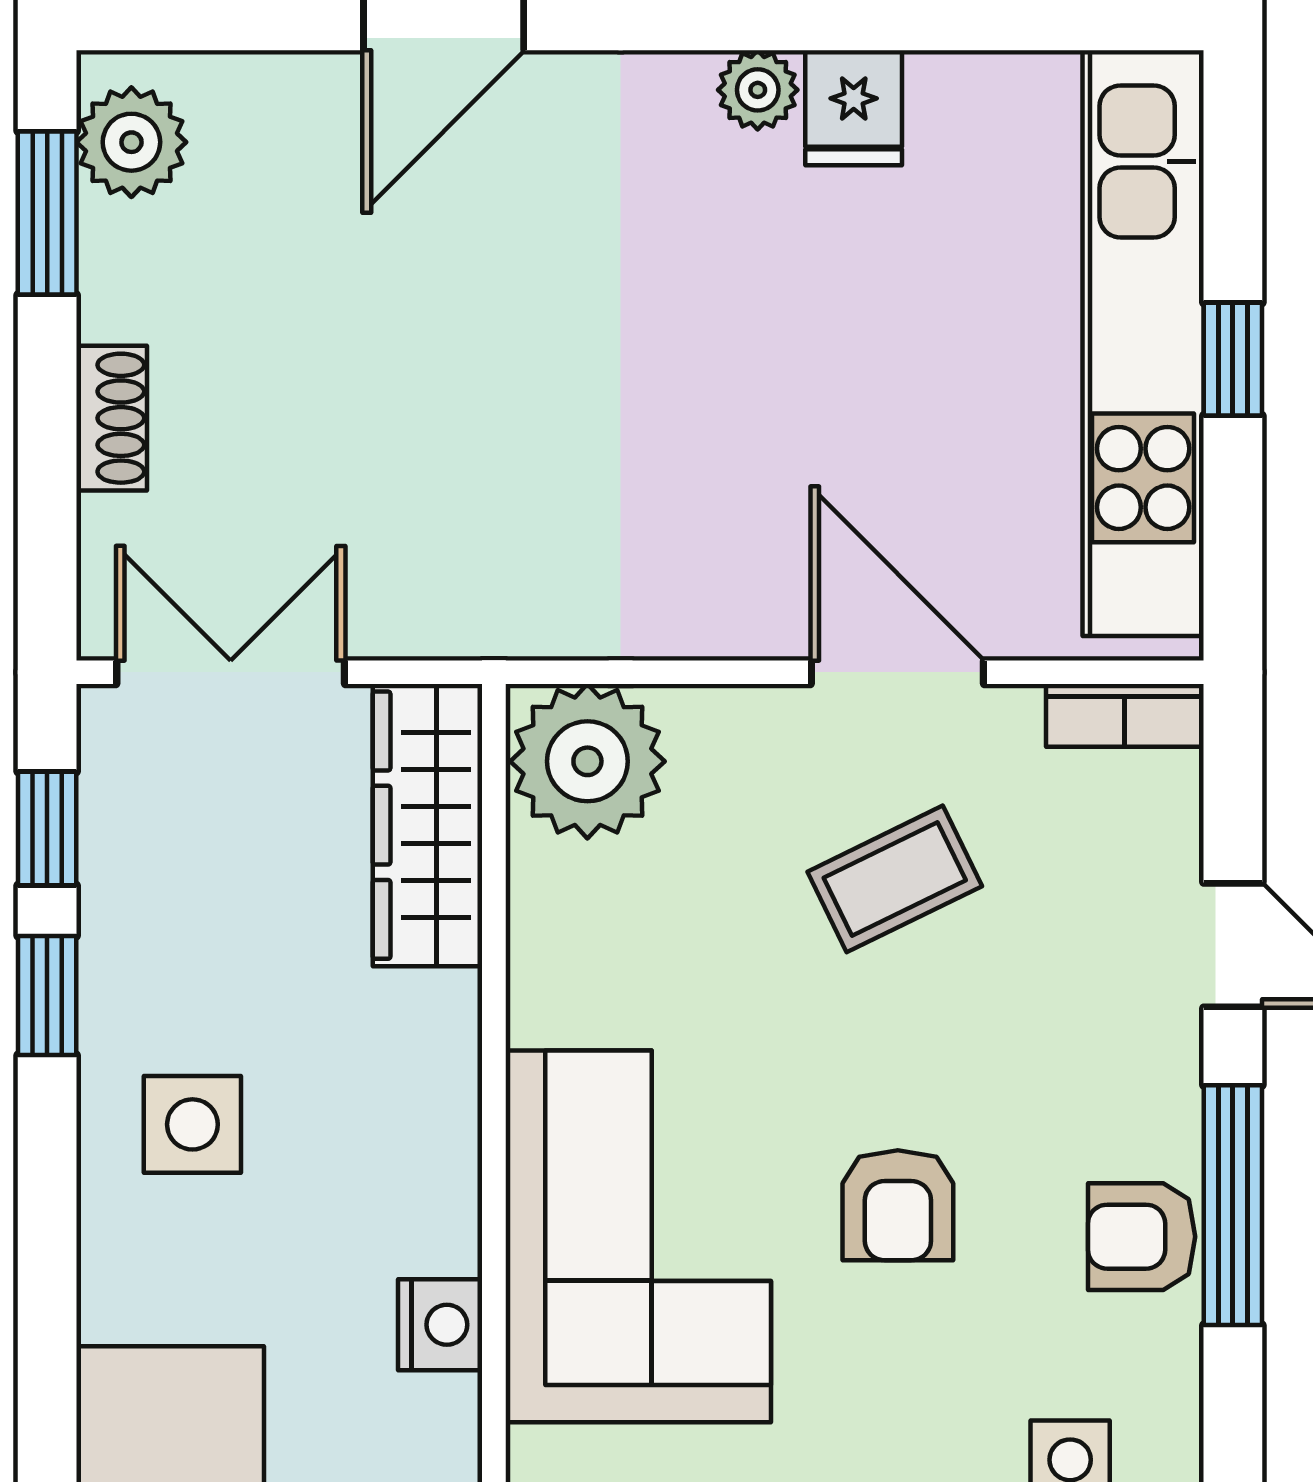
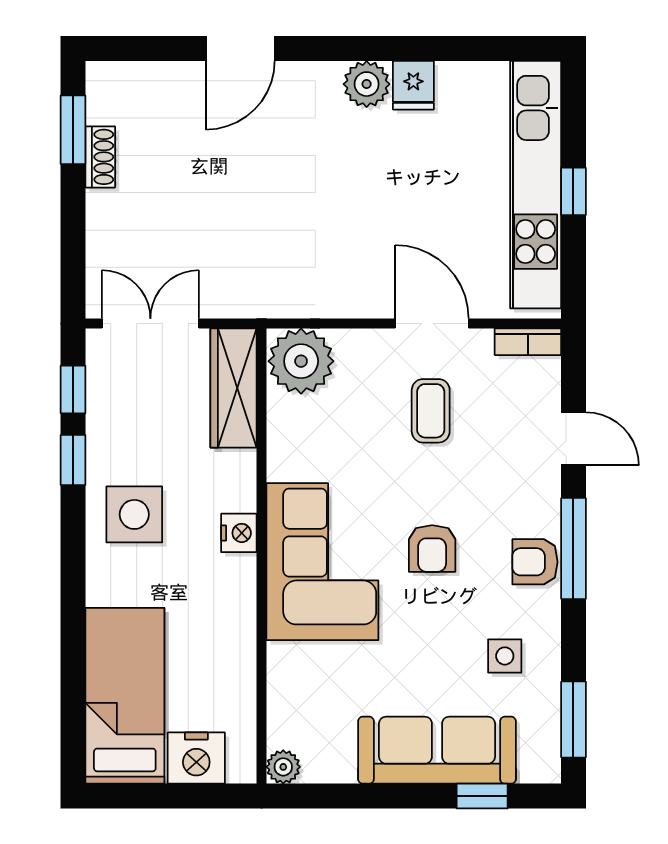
plant: (758, 90) -> (367, 84), width x1.38, depth x1.38
plant: (131, 142) -> (109, 100), removed
shoe rack: (112, 418) -> (100, 157), moved
coffee table: (895, 879) -> (431, 411), turned -64
side table: (192, 1124) -> (134, 514), width x1.37, depth x1.37
nightstand: (440, 1325) -> (239, 533), moved

